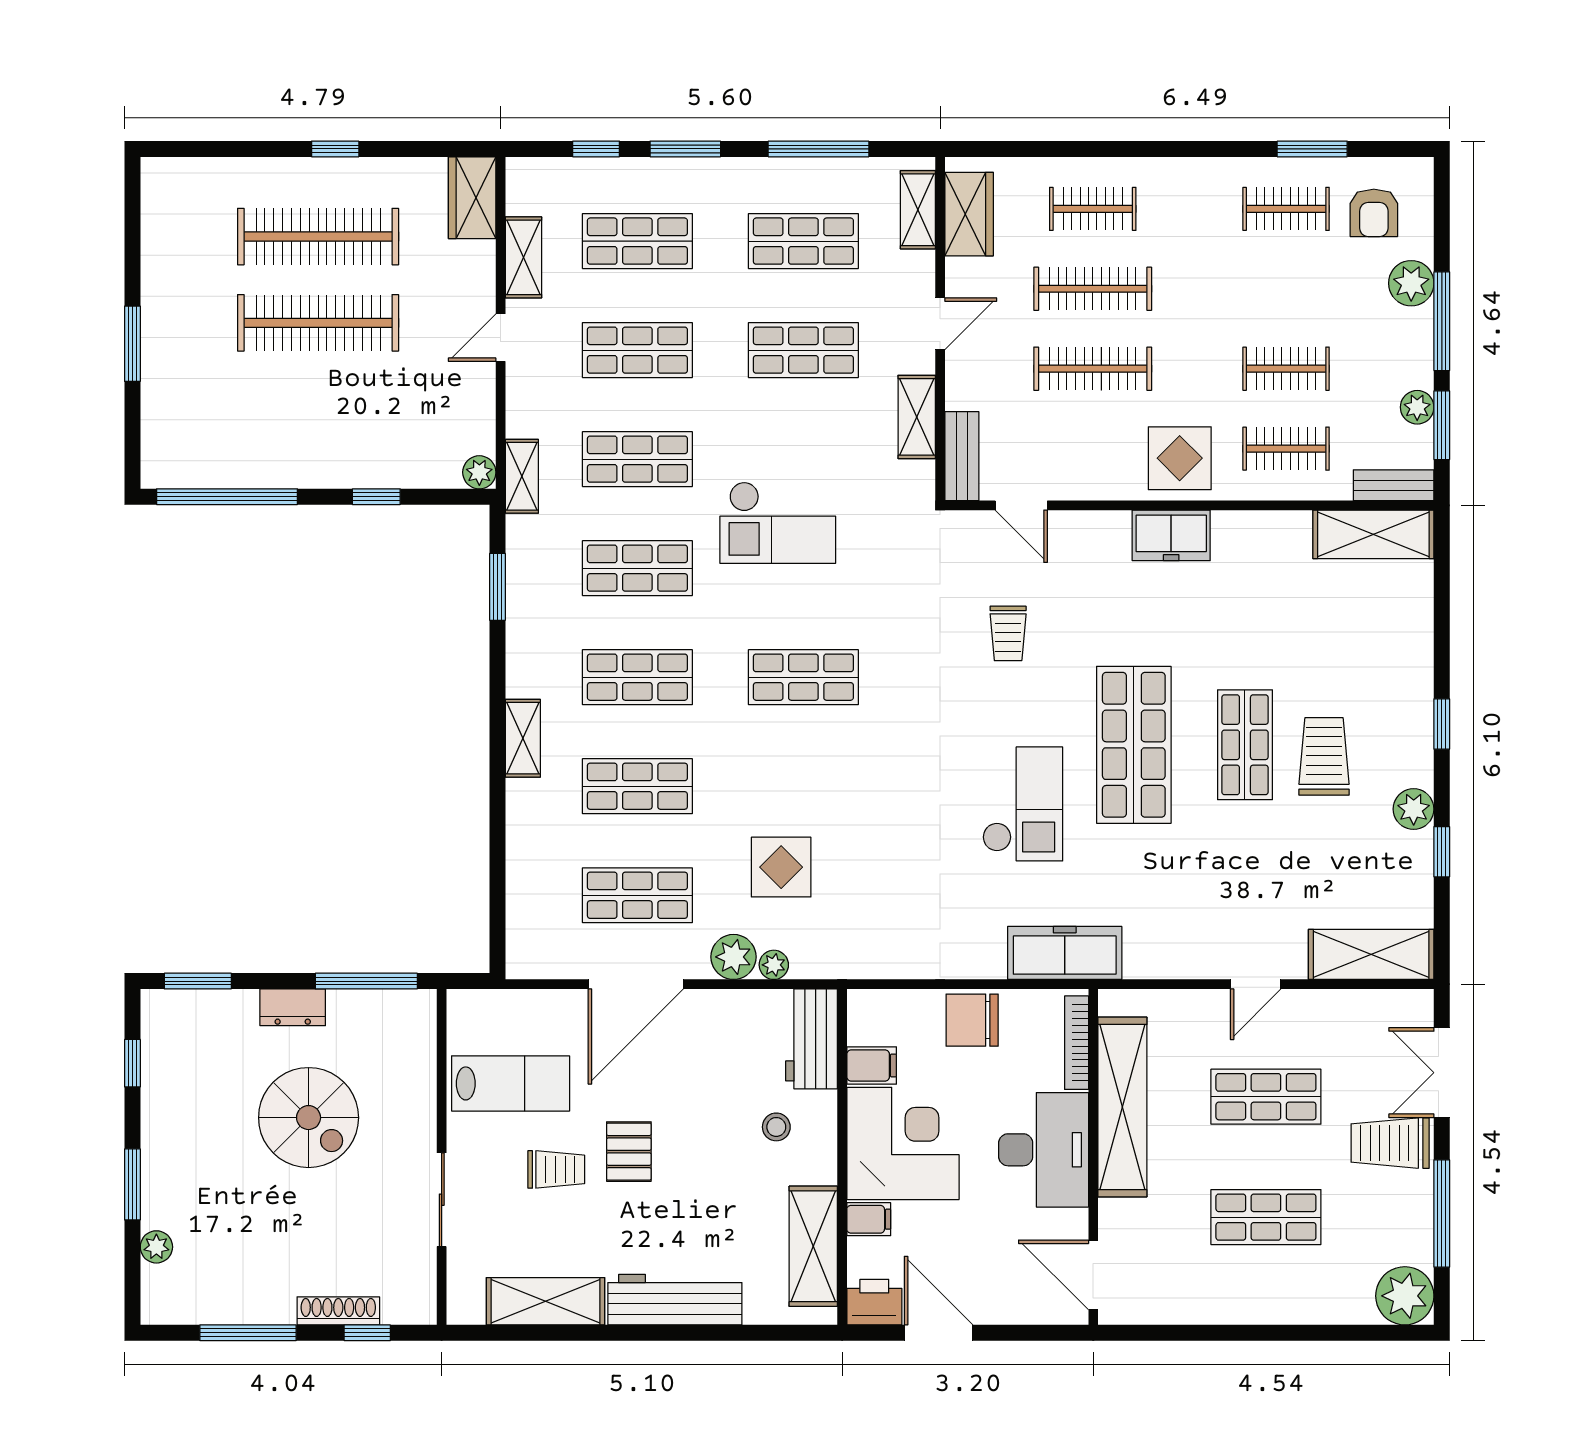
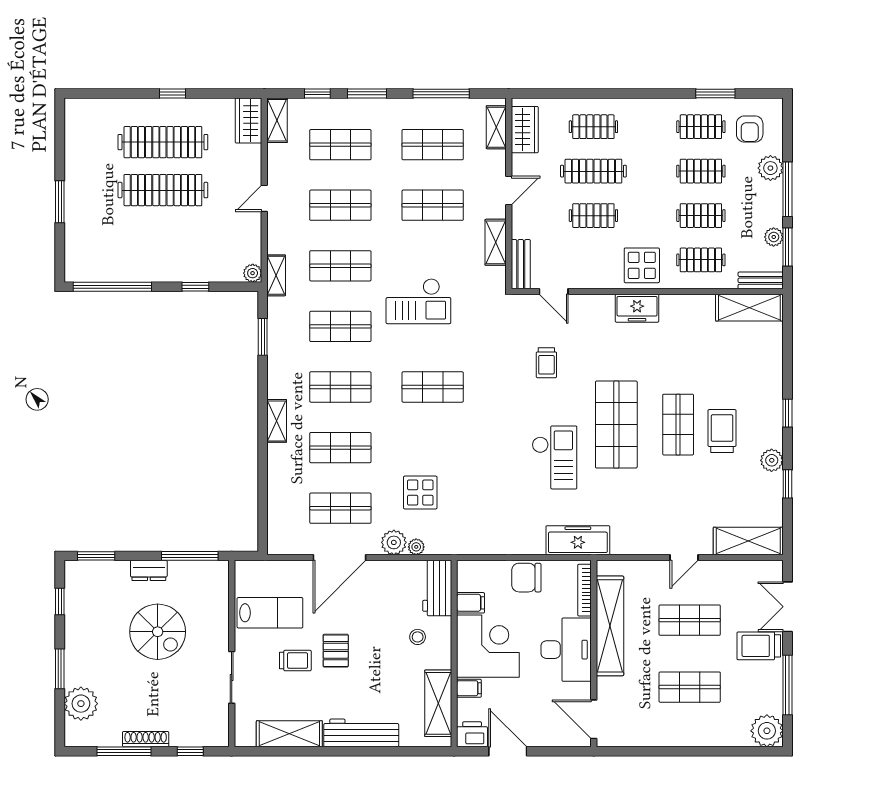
shelving: (523, 257) -> (277, 120), moved
clothes rail: (1286, 289) -> (701, 171), added
clothes rail: (1093, 369) -> (593, 216), width x0.73
plant: (156, 1247) -> (81, 704), width x1.87, depth x1.87
shoe rack: (338, 1311) -> (146, 739), moved

